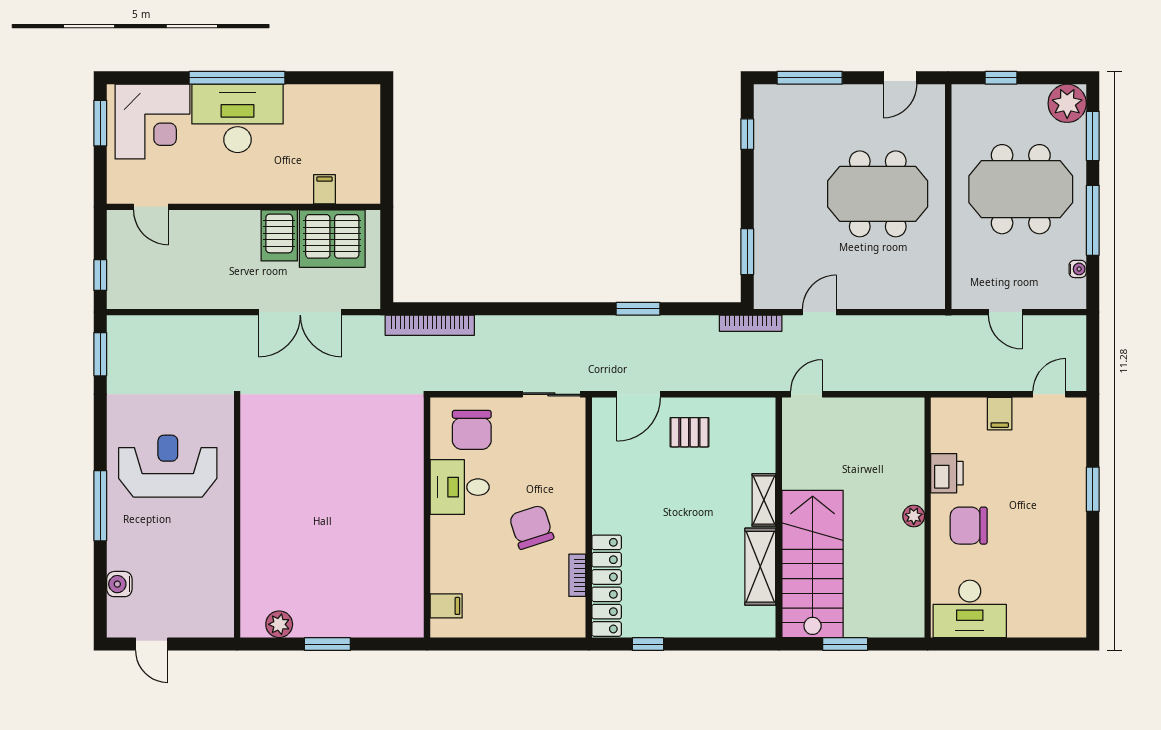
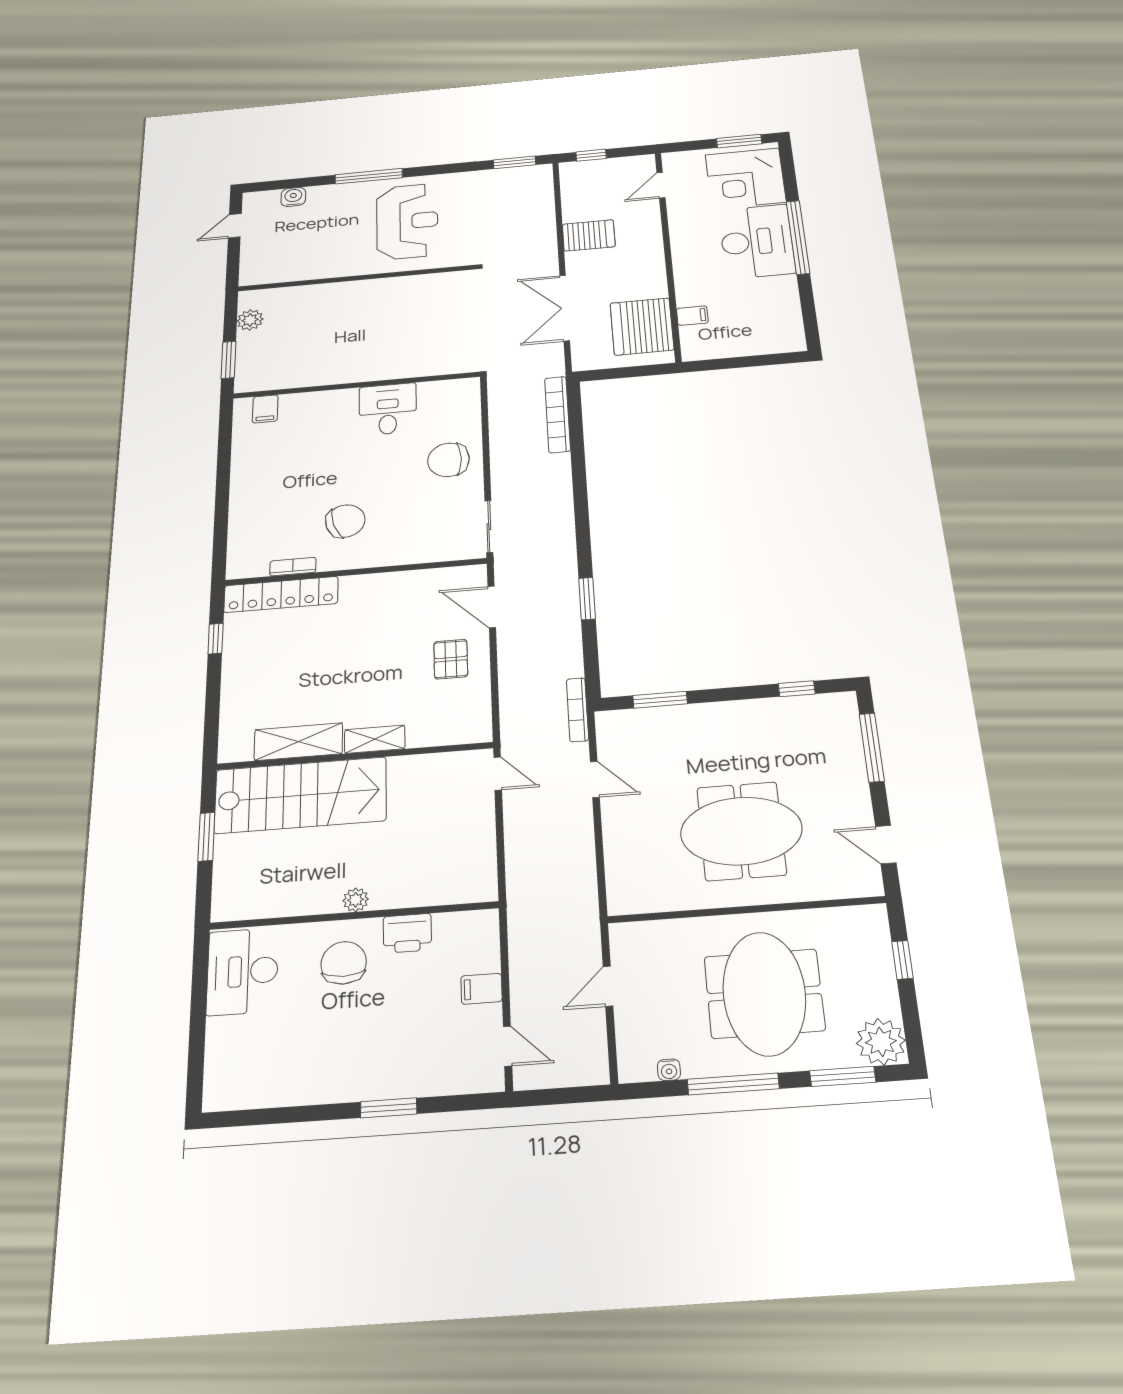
meeting table: (878, 194) -> (741, 831), turned 90
server rack: (279, 235) -> (589, 235), moved, turned 180
desk: (460, 487) -> (388, 409), moved
wall: (427, 518) -> (356, 385), moved
filing cabinet: (446, 606) -> (265, 409), moved

